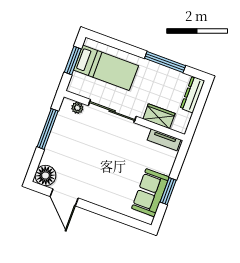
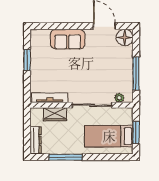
tv unit: (164, 140) -> (50, 98), width x1.41
sofa: (150, 193) -> (68, 39), moved, turned 90

